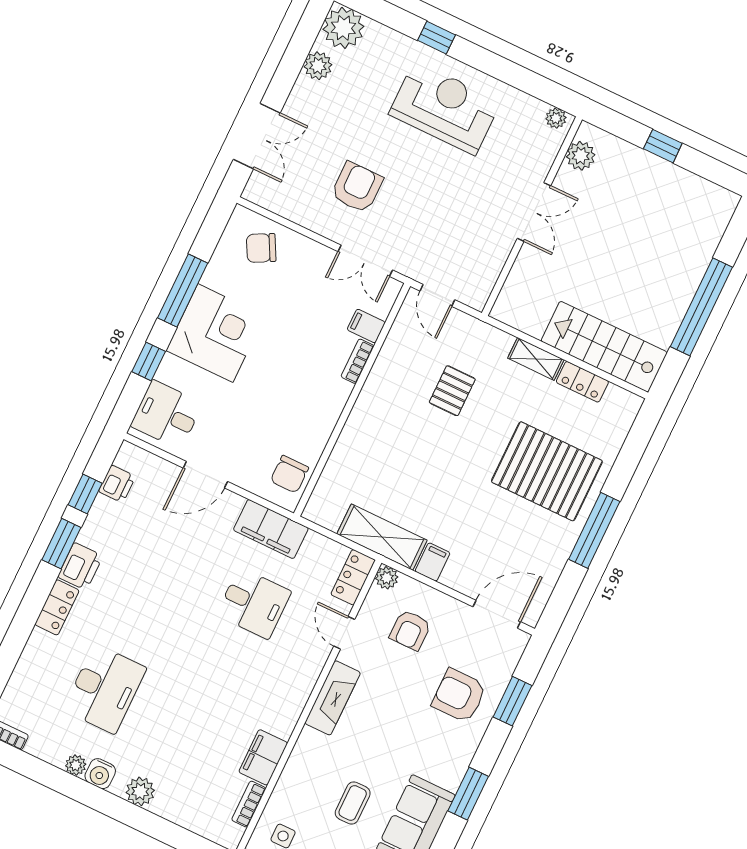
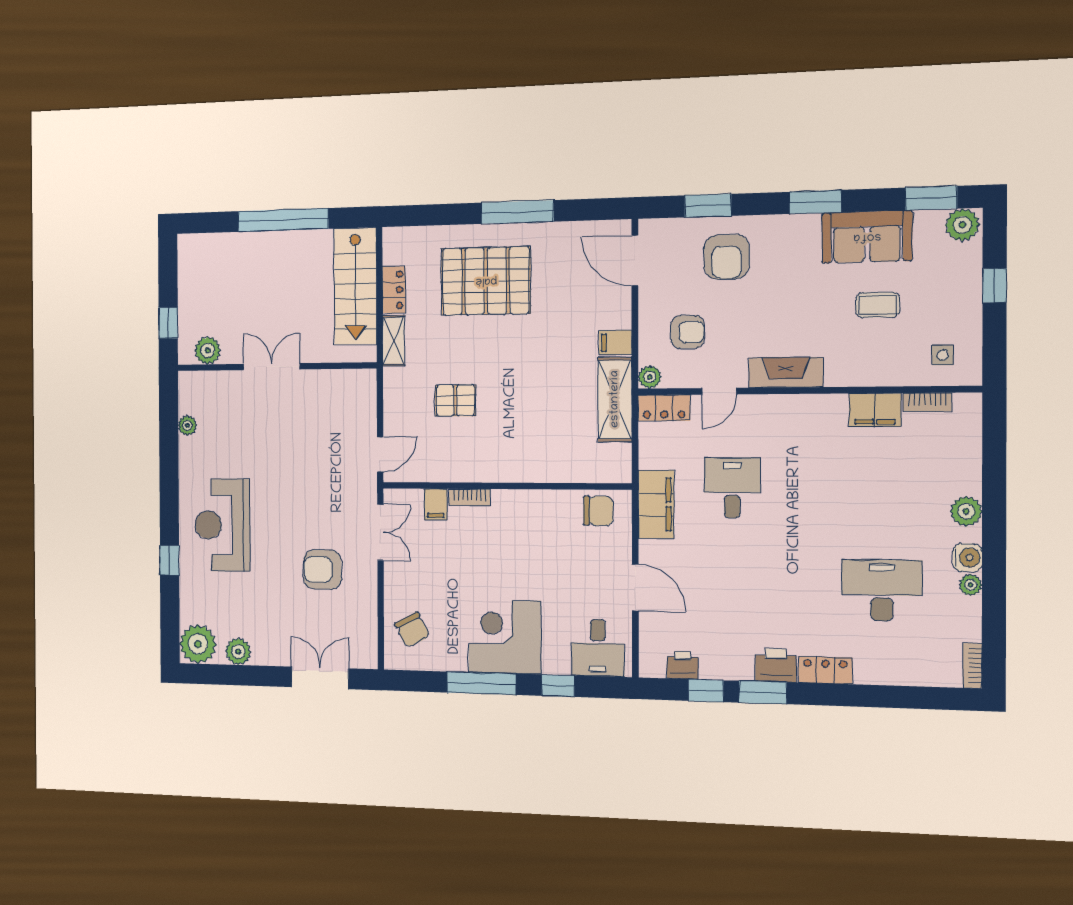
plant: (581, 156) -> (208, 350), moved
double door: (534, 212) -> (272, 367), moved
wall: (532, 216) -> (276, 367), moved
pallet: (547, 471) -> (486, 281), turned 90

